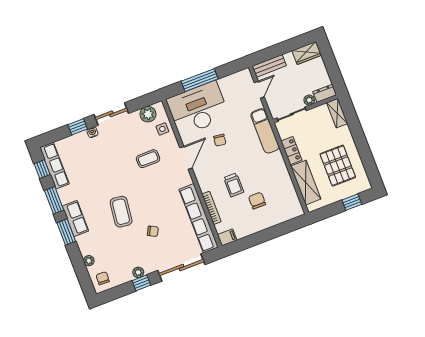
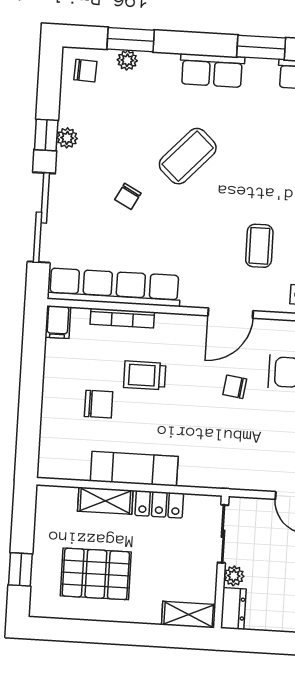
exam couch: (265, 131) -> (134, 469), moved
door: (186, 158) -> (230, 313), hinge flipped
shelving: (306, 183) -> (105, 501), width x0.67, depth x0.75
coffee table: (121, 212) -> (188, 156), turned -54
window: (66, 232) -> (131, 40), moved

